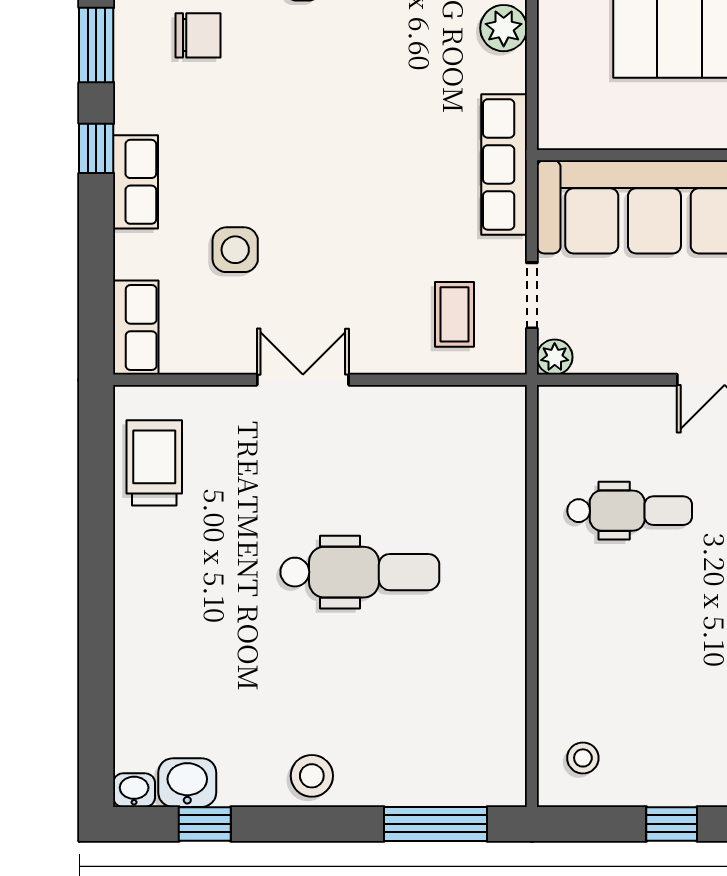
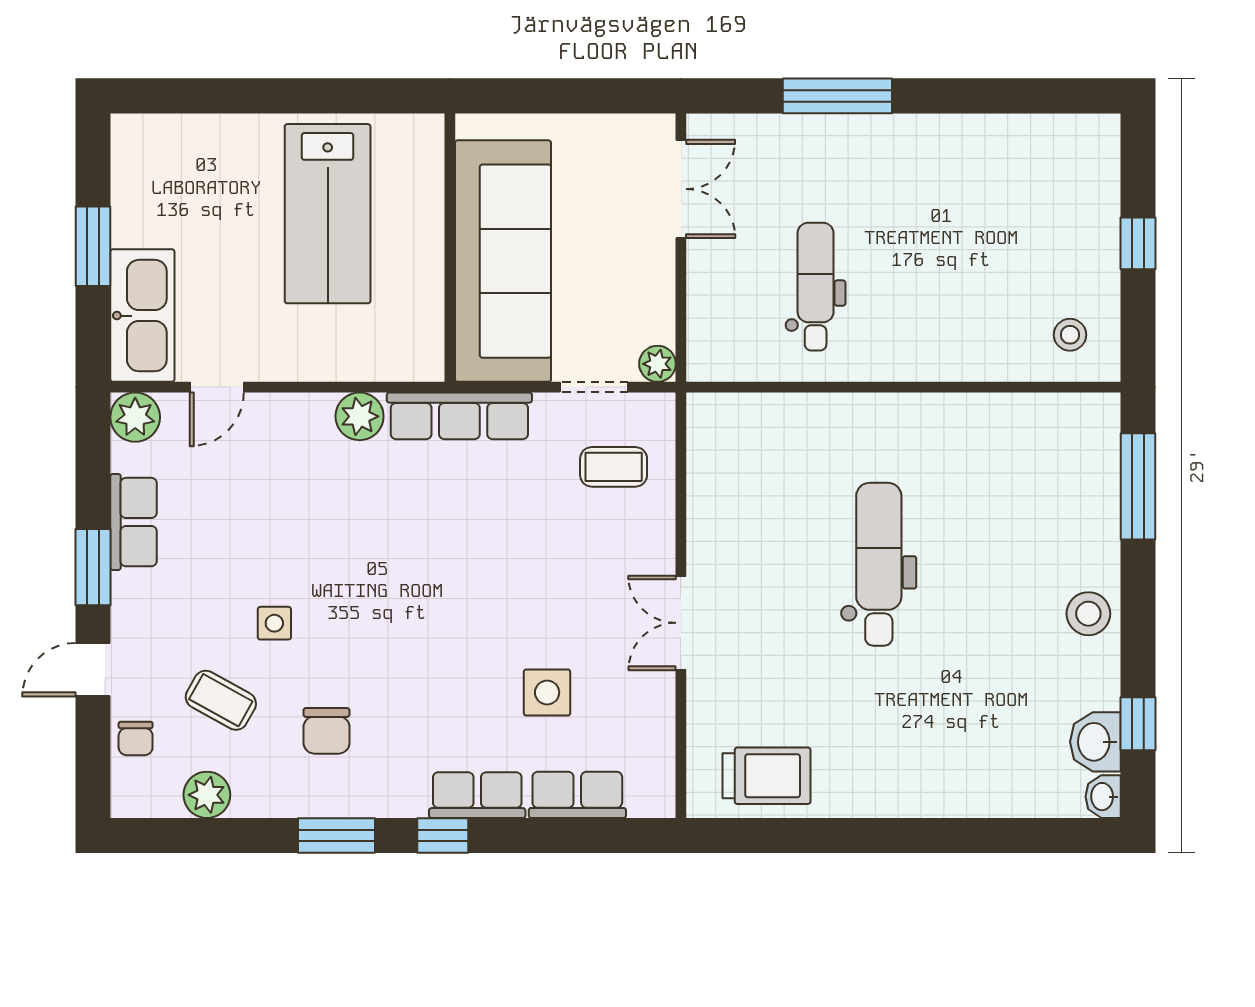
plant: (504, 28) -> (360, 416), moved
chair: (198, 35) -> (327, 731), turned 180
row of seats: (136, 328) -> (577, 795), moved
trolley: (154, 463) -> (766, 776), turned 180

